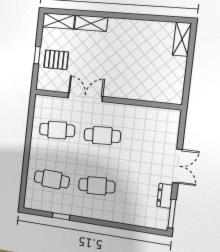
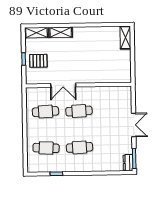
double door: (85, 97) -> (63, 85), swing flipped
dresser: (165, 196) -> (128, 163), moved

